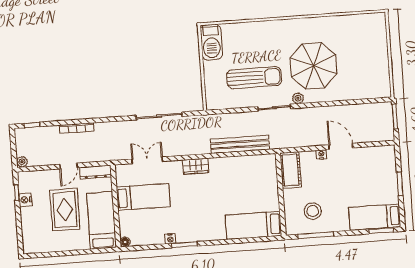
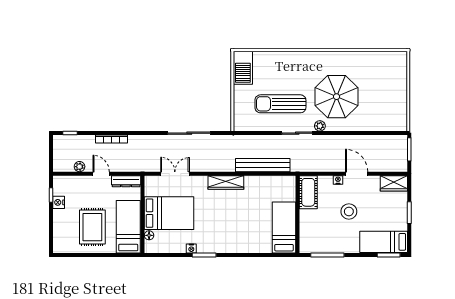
sun lounger: (254, 78) -> (280, 104), turned 180
wardrobe: (381, 154) -> (394, 183), added
plant: (22, 162) -> (80, 167), moved
door: (68, 166) -> (101, 174), swing flipped
wardrobe: (196, 166) -> (226, 182), width x1.50
bed: (143, 197) -> (169, 213), width x1.50
rug: (65, 210) -> (92, 227), moved
stool: (313, 211) -> (349, 211), moved
bed: (254, 225) -> (284, 227), moved, turned 90
floor lamp: (125, 242) -> (149, 235), moved

